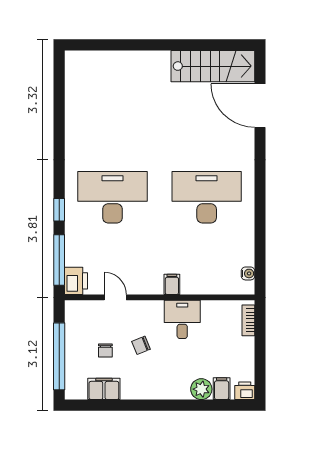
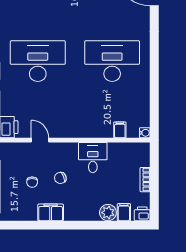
water cooler: (248, 273) -> (145, 133), moved
filing cabinet: (172, 284) -> (120, 130), moved
bookcase: (248, 320) -> (145, 180), moved
filing cabinet: (104, 389) -> (51, 212), moved

